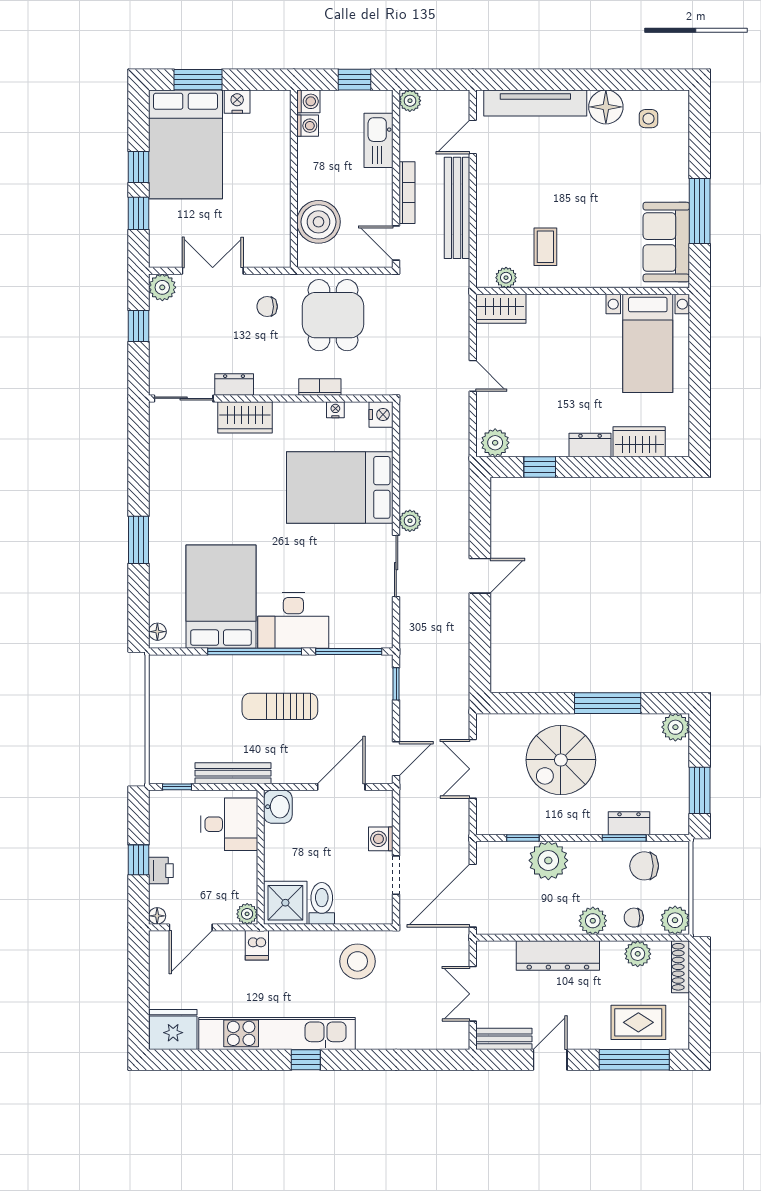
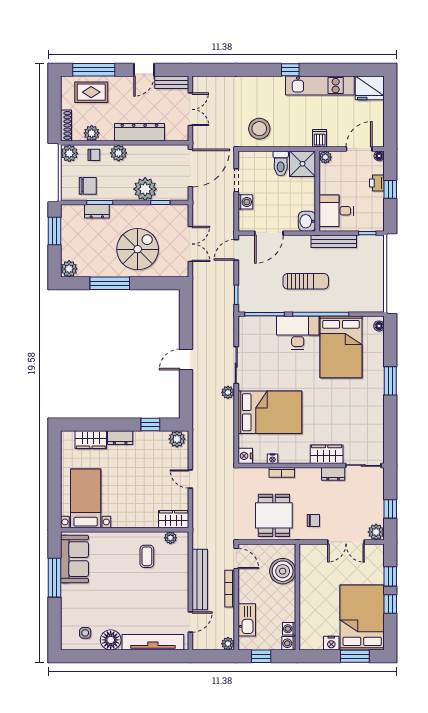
kitchen unit: (277, 1033) -> (320, 86), width x0.73

